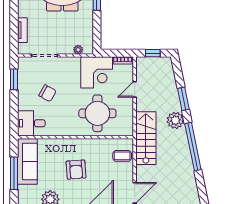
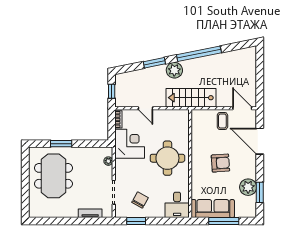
chair: (48, 93) -> (140, 200), moved
round table: (97, 113) -> (167, 158), moved
coffee table: (122, 156) -> (222, 121), moved

